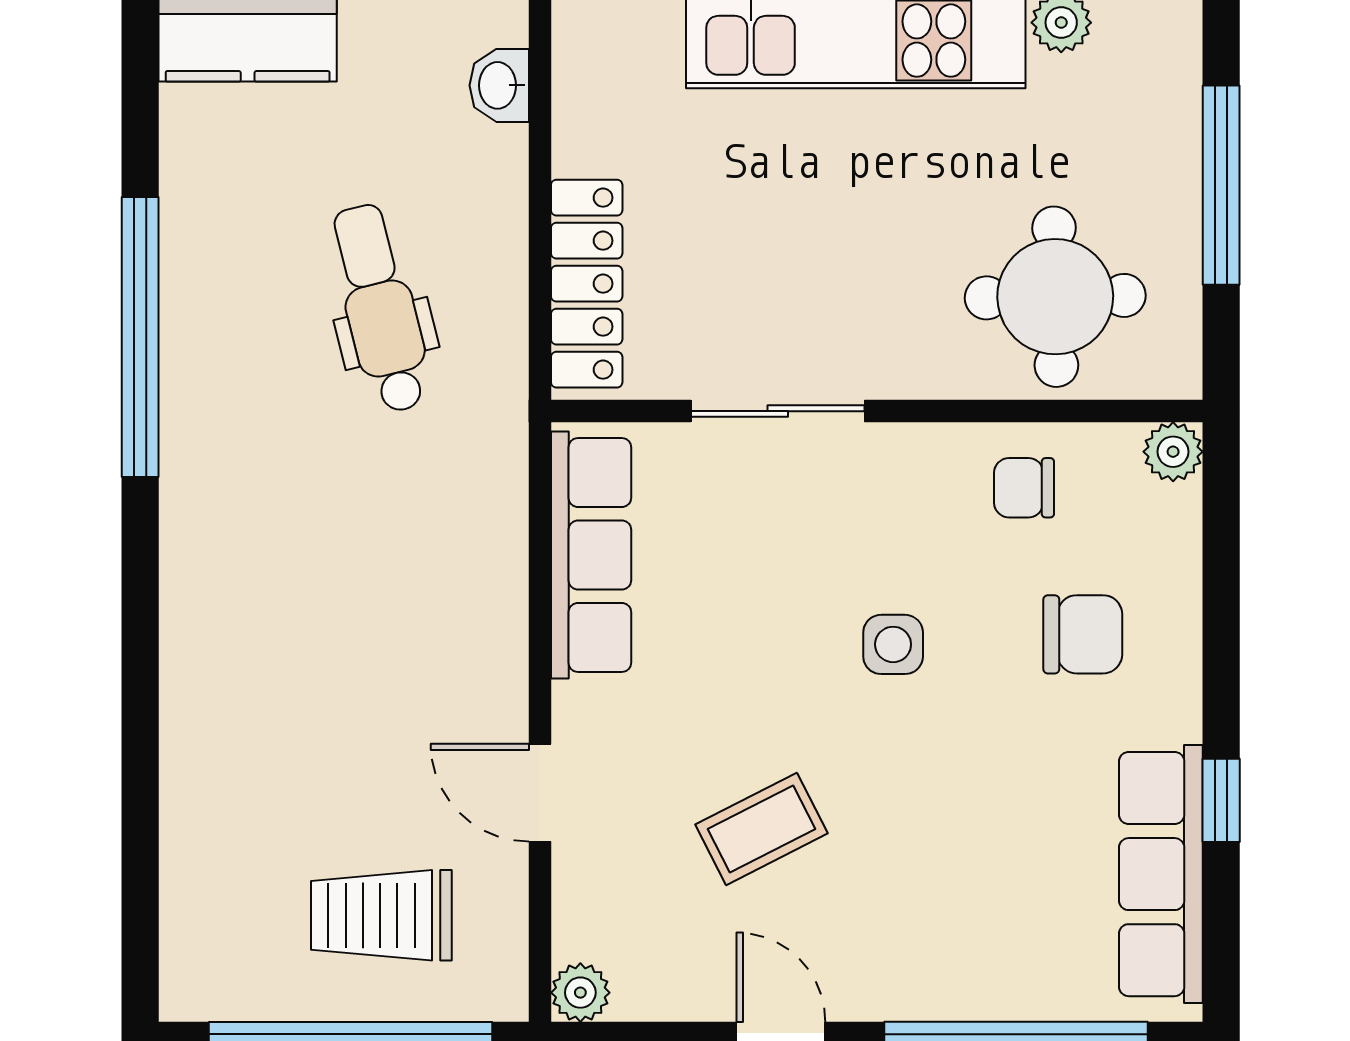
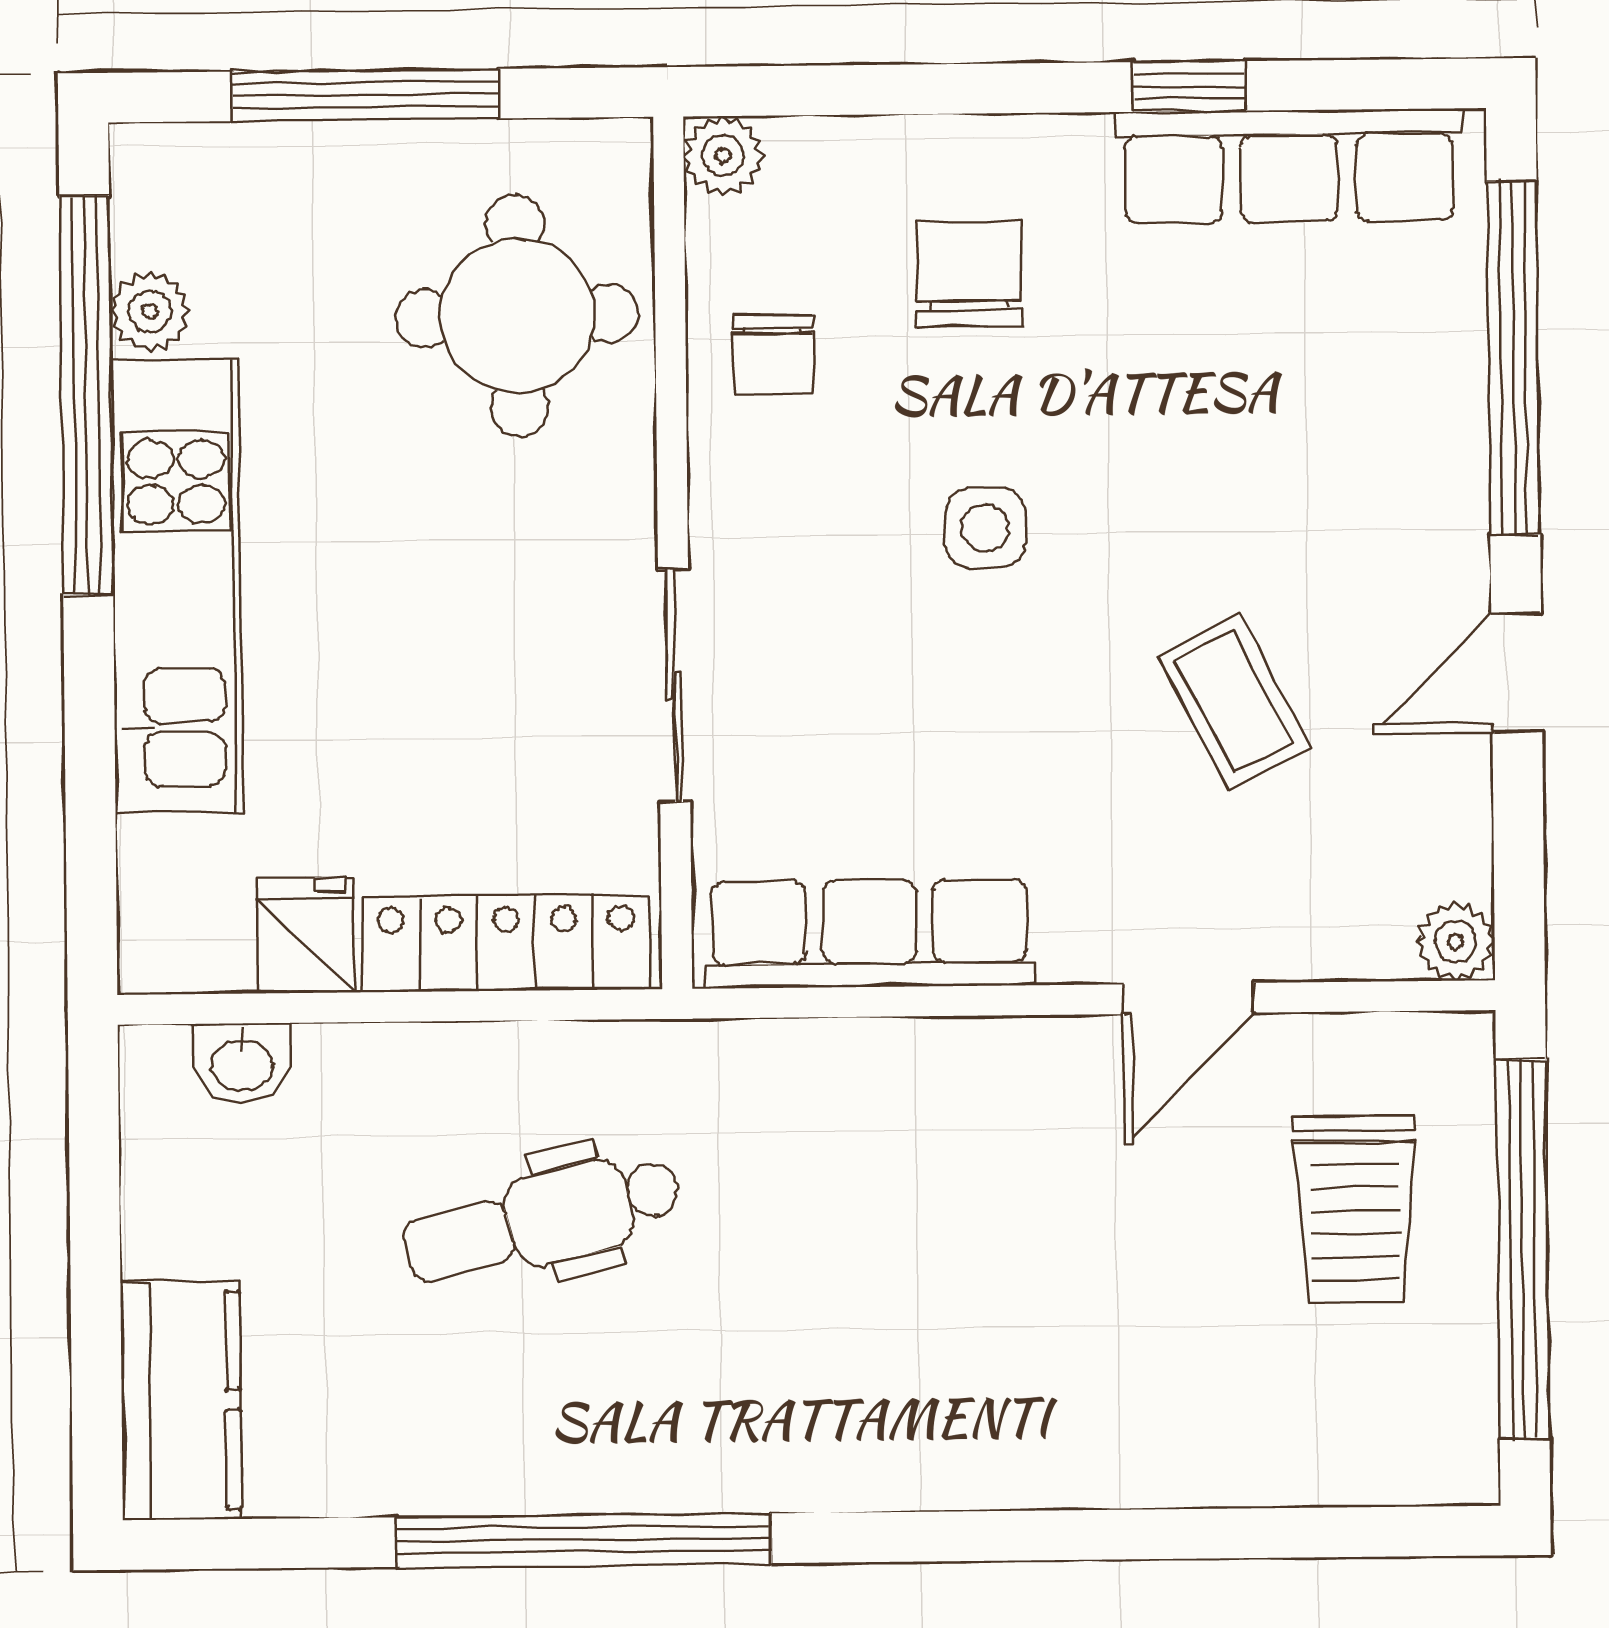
fridge: (594, 134) -> (306, 935), added

